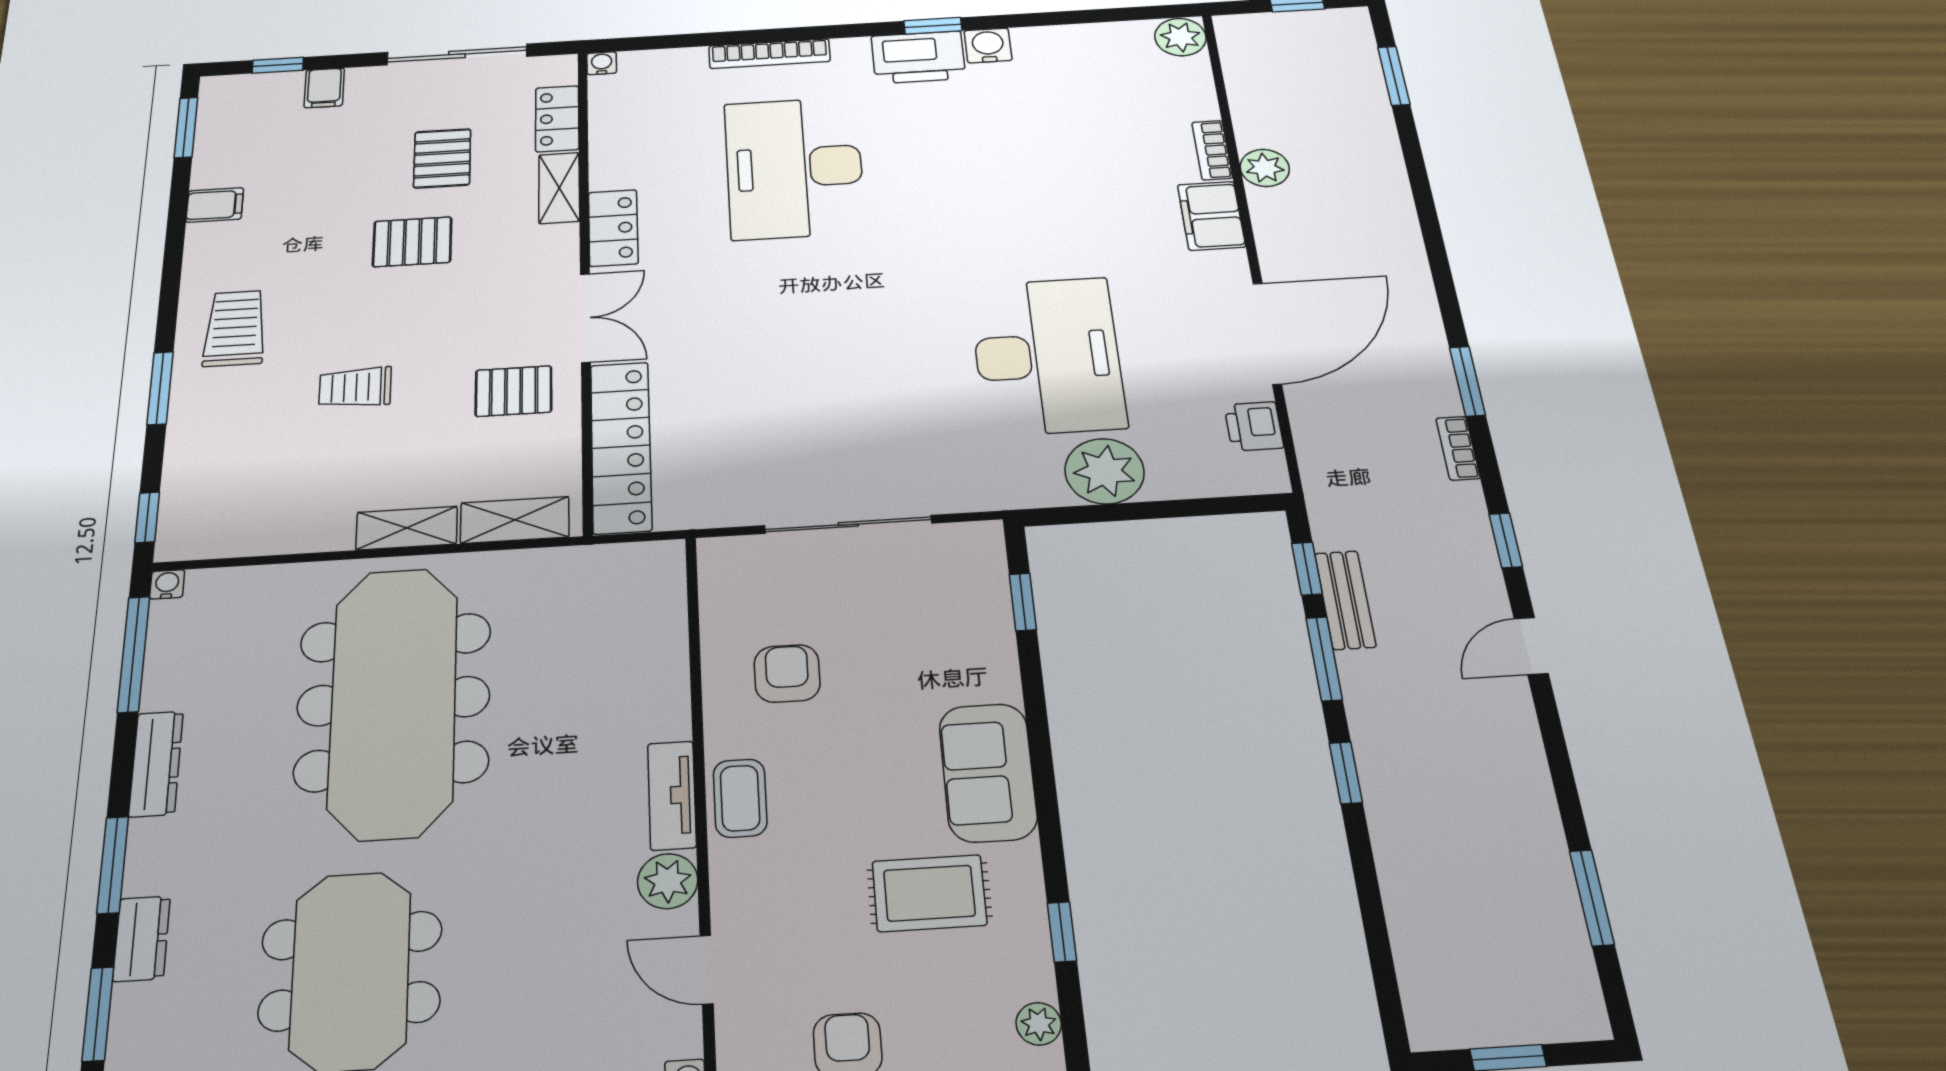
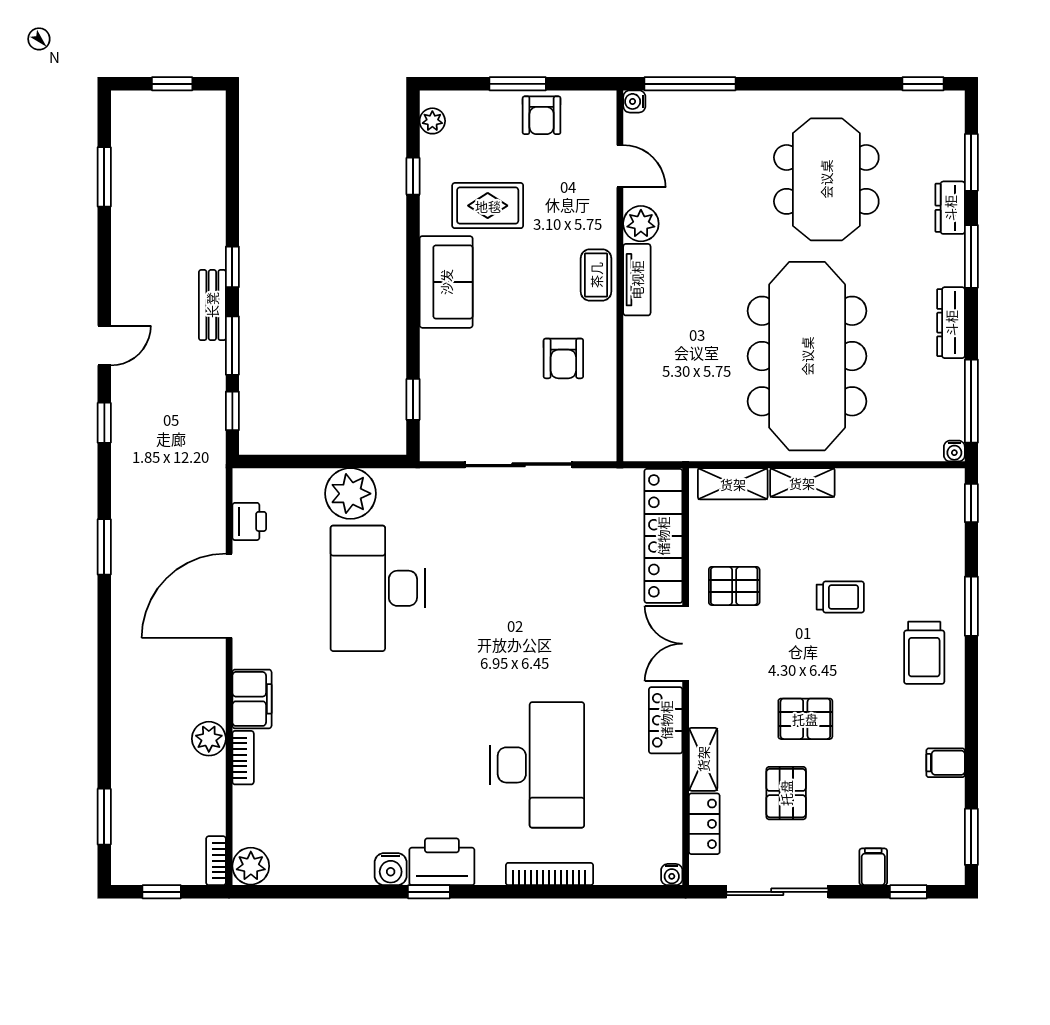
bookcase: (1458, 448) -> (216, 861), moved, turned 180
bench: (1345, 600) -> (212, 305), moved

